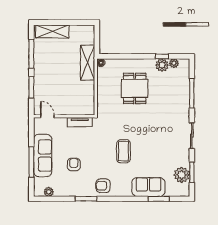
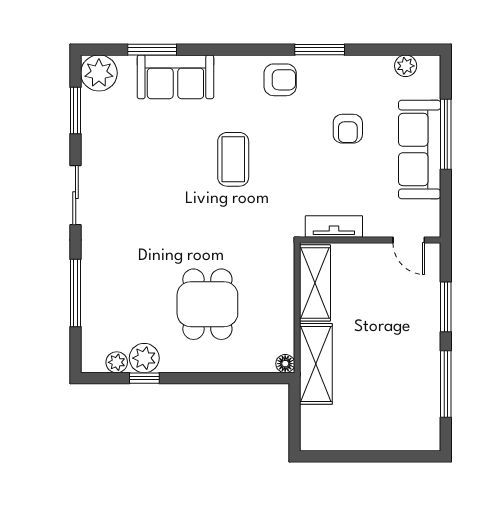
shelving: (52, 31) -> (315, 283), moved, turned 90
plant: (182, 175) -> (99, 73), moved

